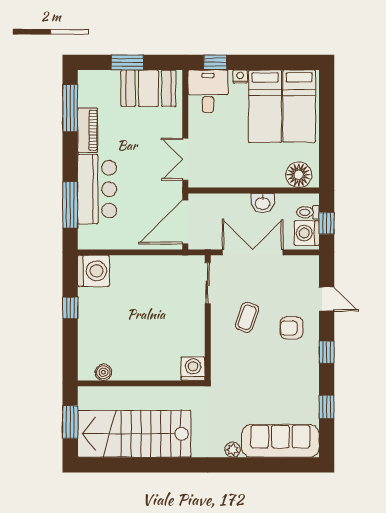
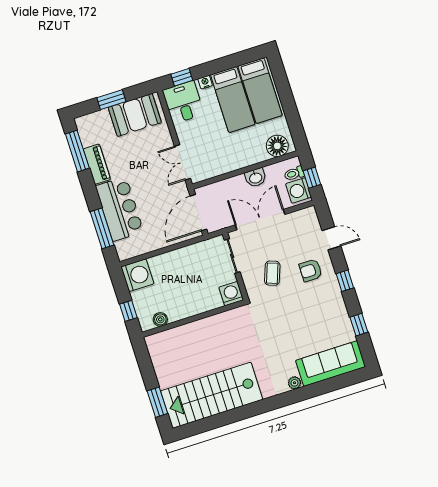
washing machine: (193, 369) -> (231, 294), moved
boiler: (103, 372) -> (160, 319), moved
wall: (141, 383) -> (194, 319), moved

